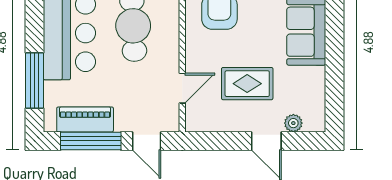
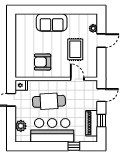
window: (35, 81) -> (74, 146), width x0.46
window: (91, 141) -> (101, 121), width x0.46

